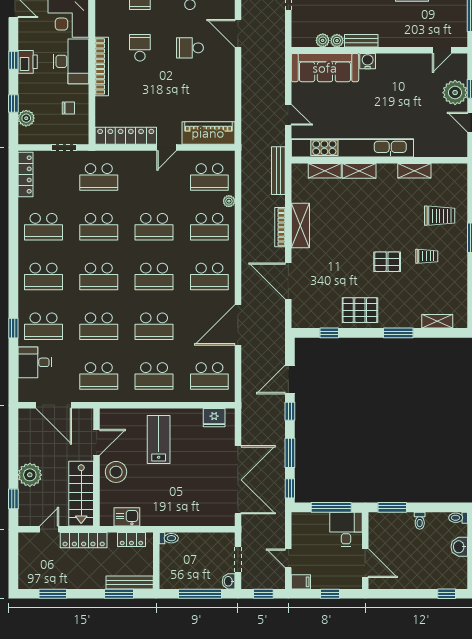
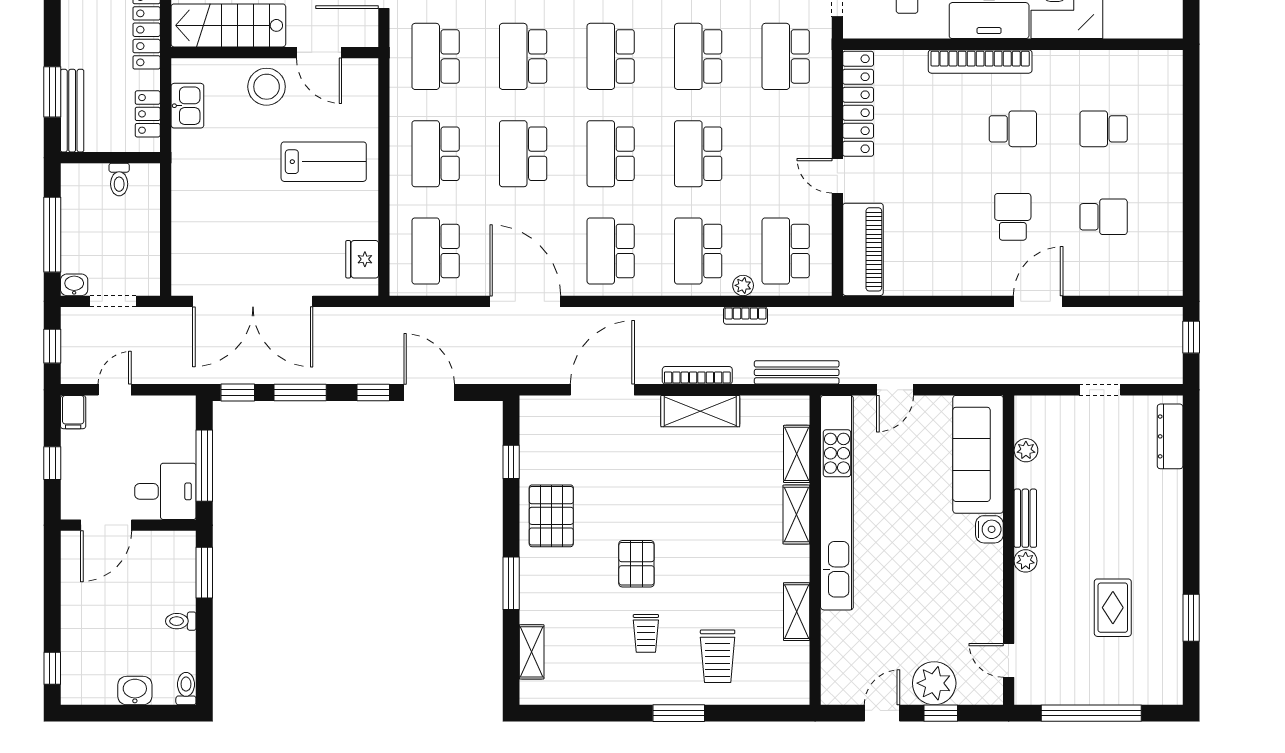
plant: (337, 41) -> (1026, 561), moved
bookcase: (246, 200) -> (745, 316), added
toilet: (169, 538) -> (119, 180), moved

